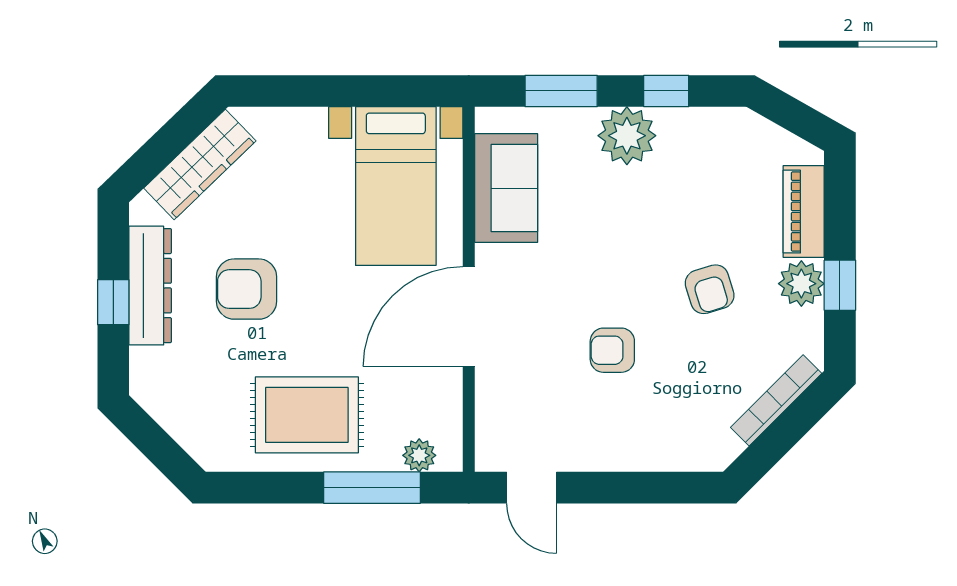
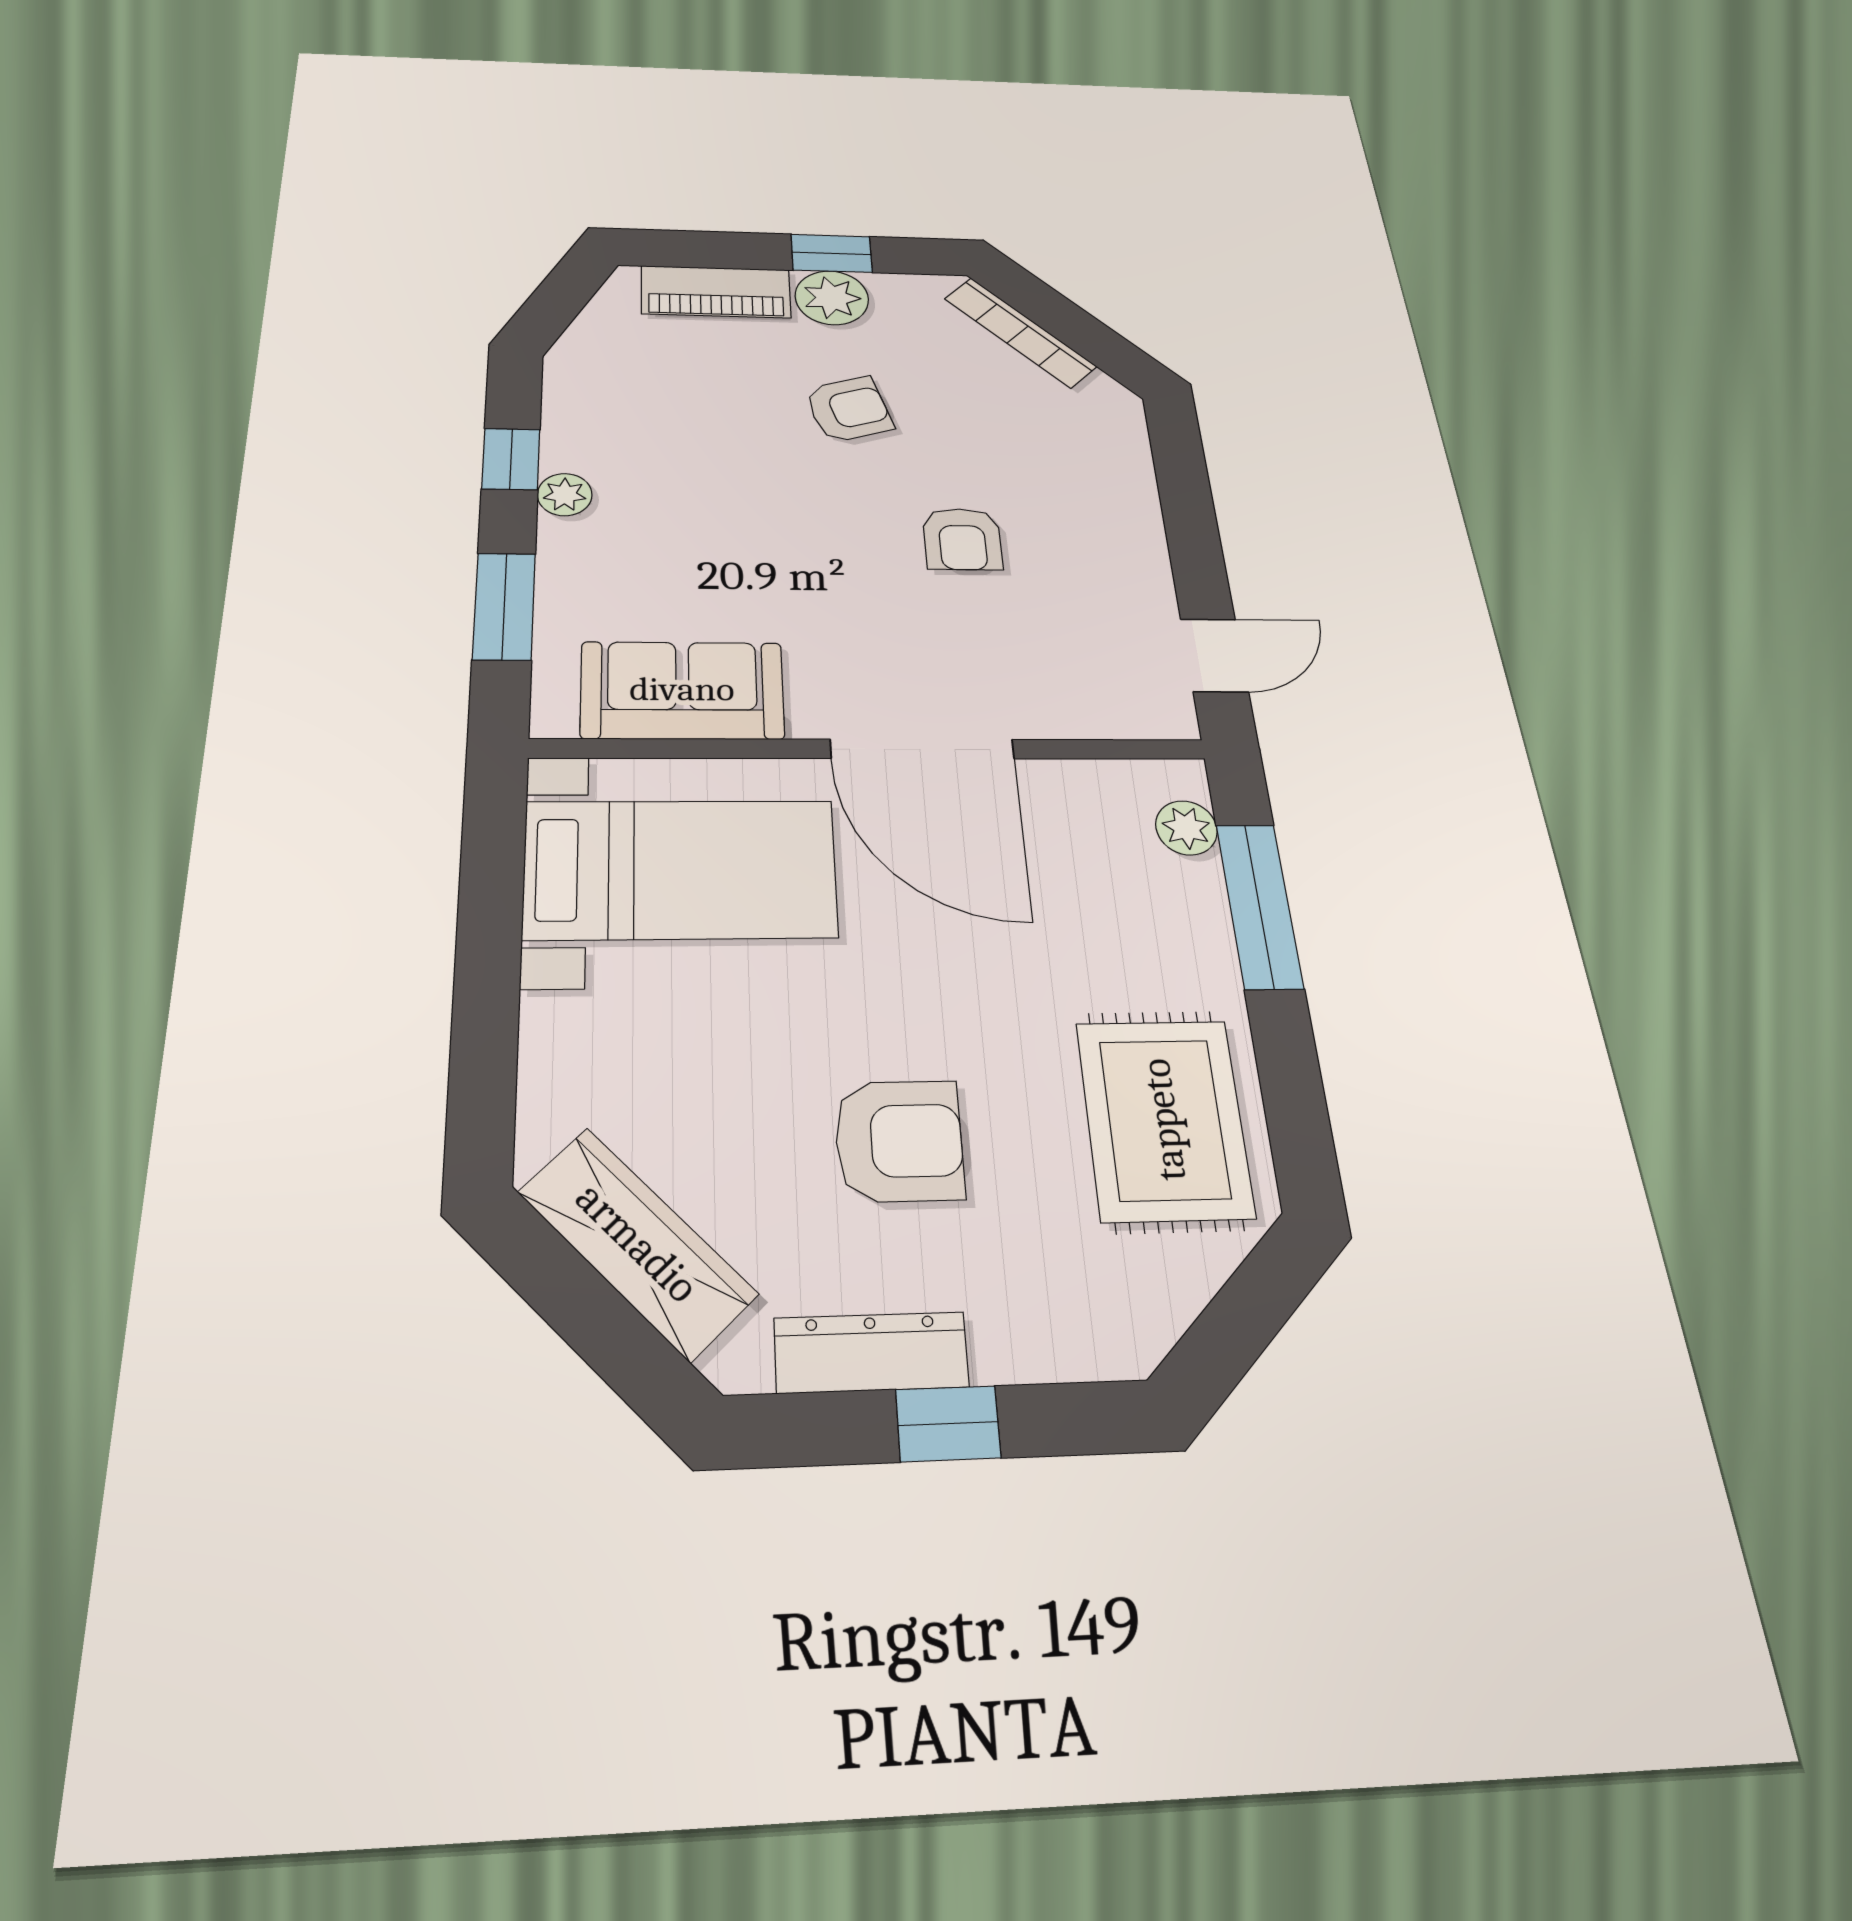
plant: (627, 136) -> (565, 495), width x0.53, depth x0.53
dresser: (150, 286) -> (871, 1352), width x0.73, depth x0.80
armchair: (247, 289) -> (899, 1141), turned -90
rug: (307, 415) -> (1164, 1119), moved

